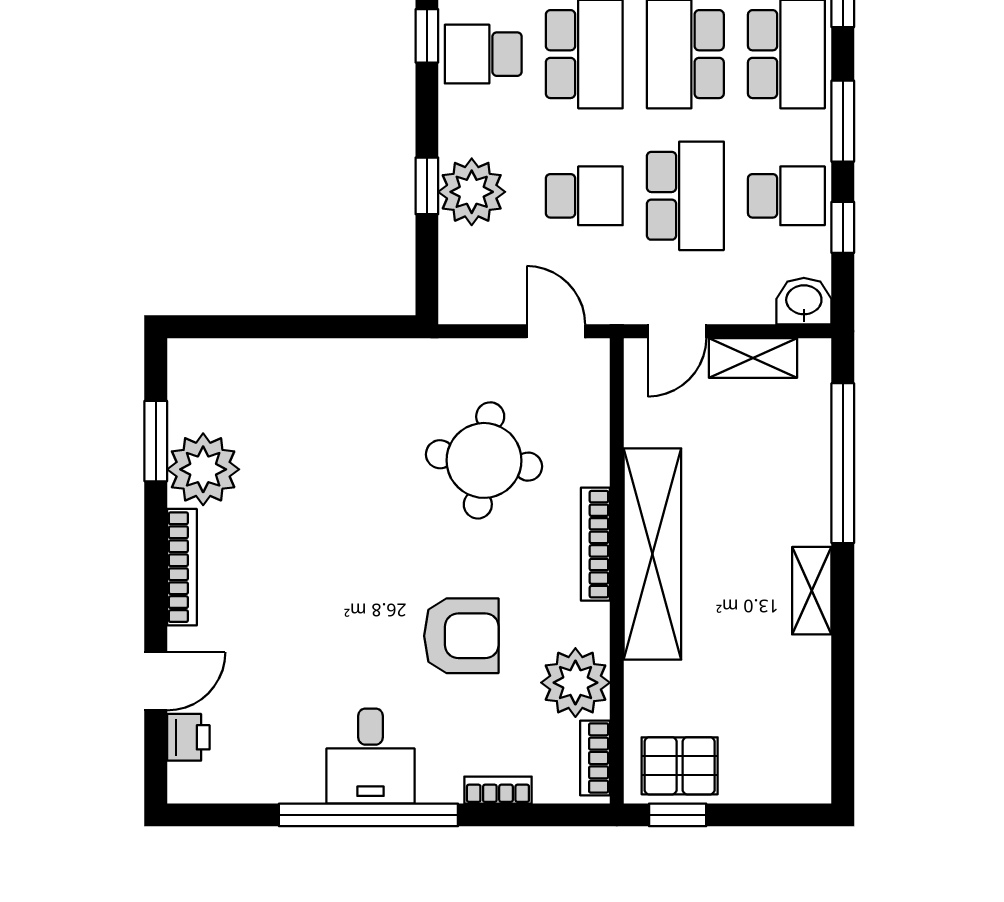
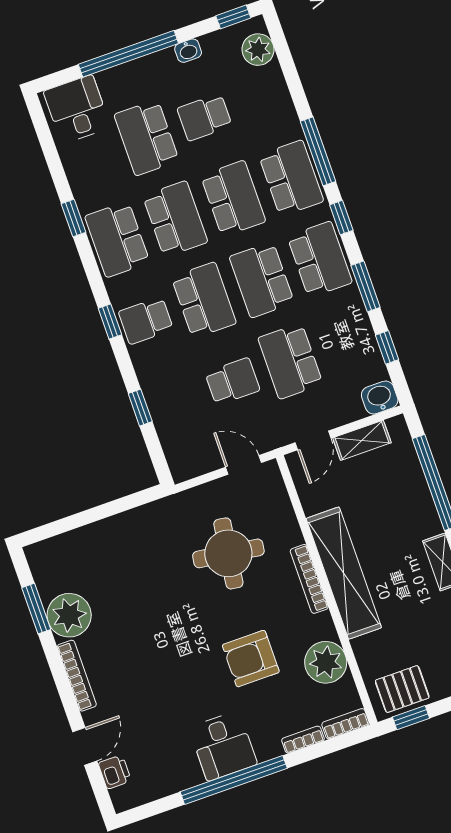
plant: (472, 192) -> (167, 402), removed
school desk: (685, 196) -> (290, 361), turned 180
school desk: (786, 196) -> (348, 341), removed
armchair: (461, 636) -> (251, 659), turned 180
bookcase: (595, 758) -> (345, 724), moved, turned 90

